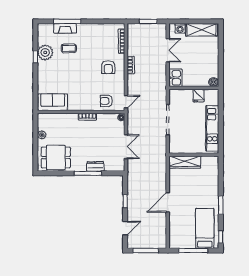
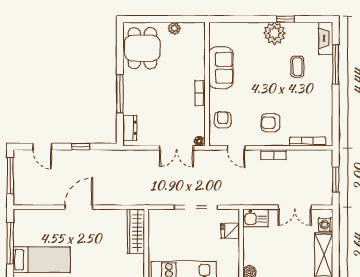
fireplace: (65, 28) -> (326, 38), moved
plant: (45, 52) -> (274, 33), moved
fridge: (198, 96) -> (230, 231), moved
sofa: (53, 102) -> (221, 68), moved
door: (126, 102) -> (236, 148), moved
double door: (126, 147) -> (176, 148), moved
dresser: (95, 166) -> (130, 128), moved
door: (168, 202) -> (79, 207), hinge flipped

